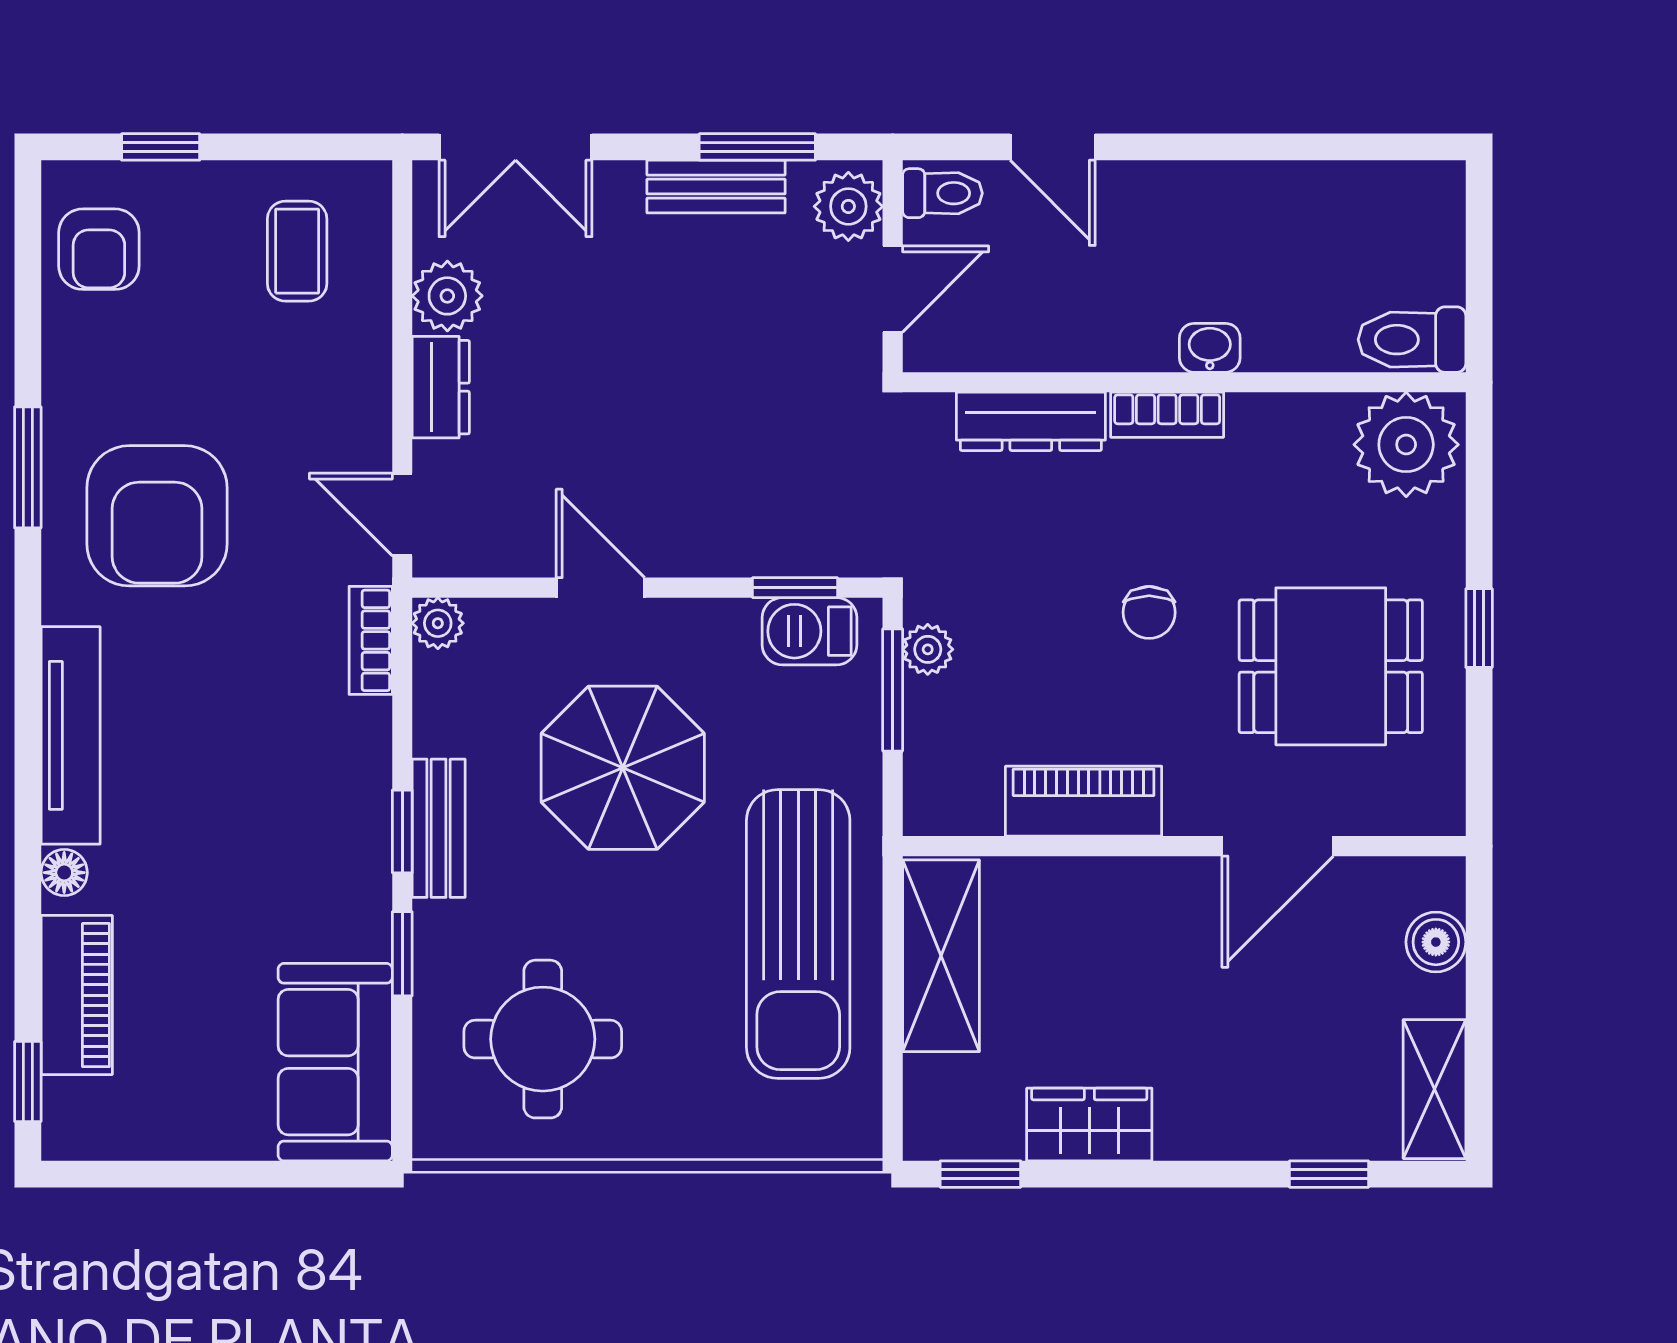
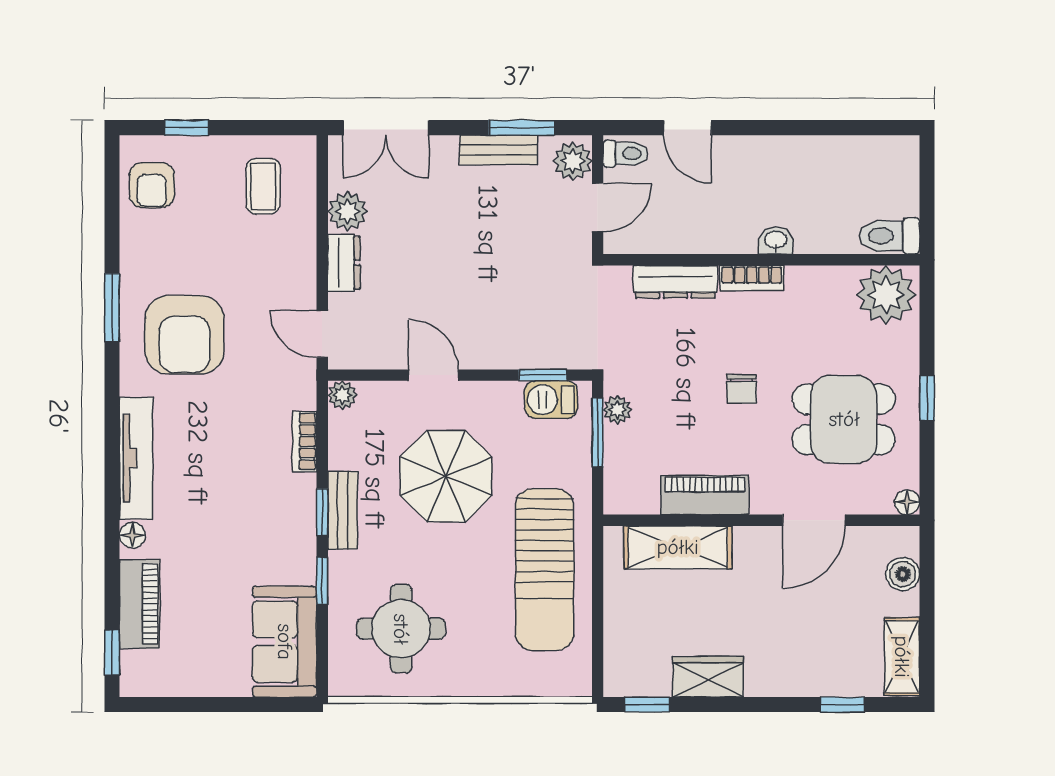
bookcase: (371, 640) -> (304, 441), moved
floor lamp: (1444, 814) -> (907, 502), added
shelving: (941, 956) -> (678, 547), moved, turned 90

